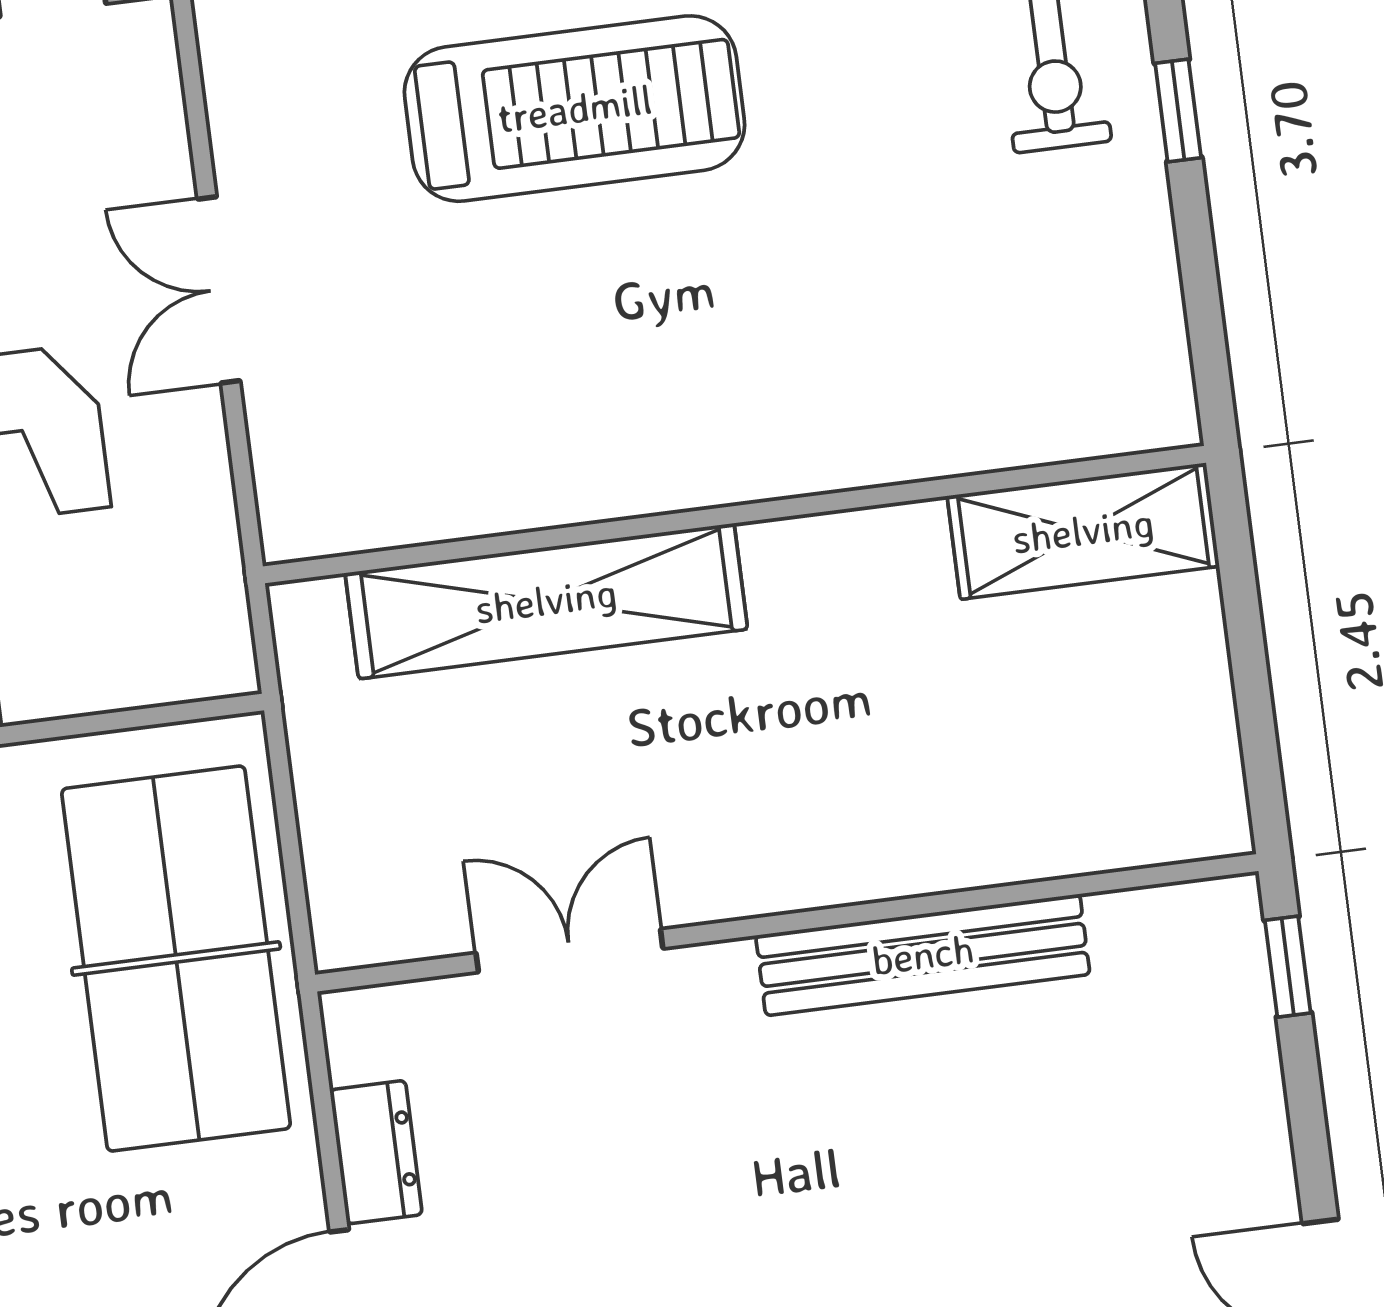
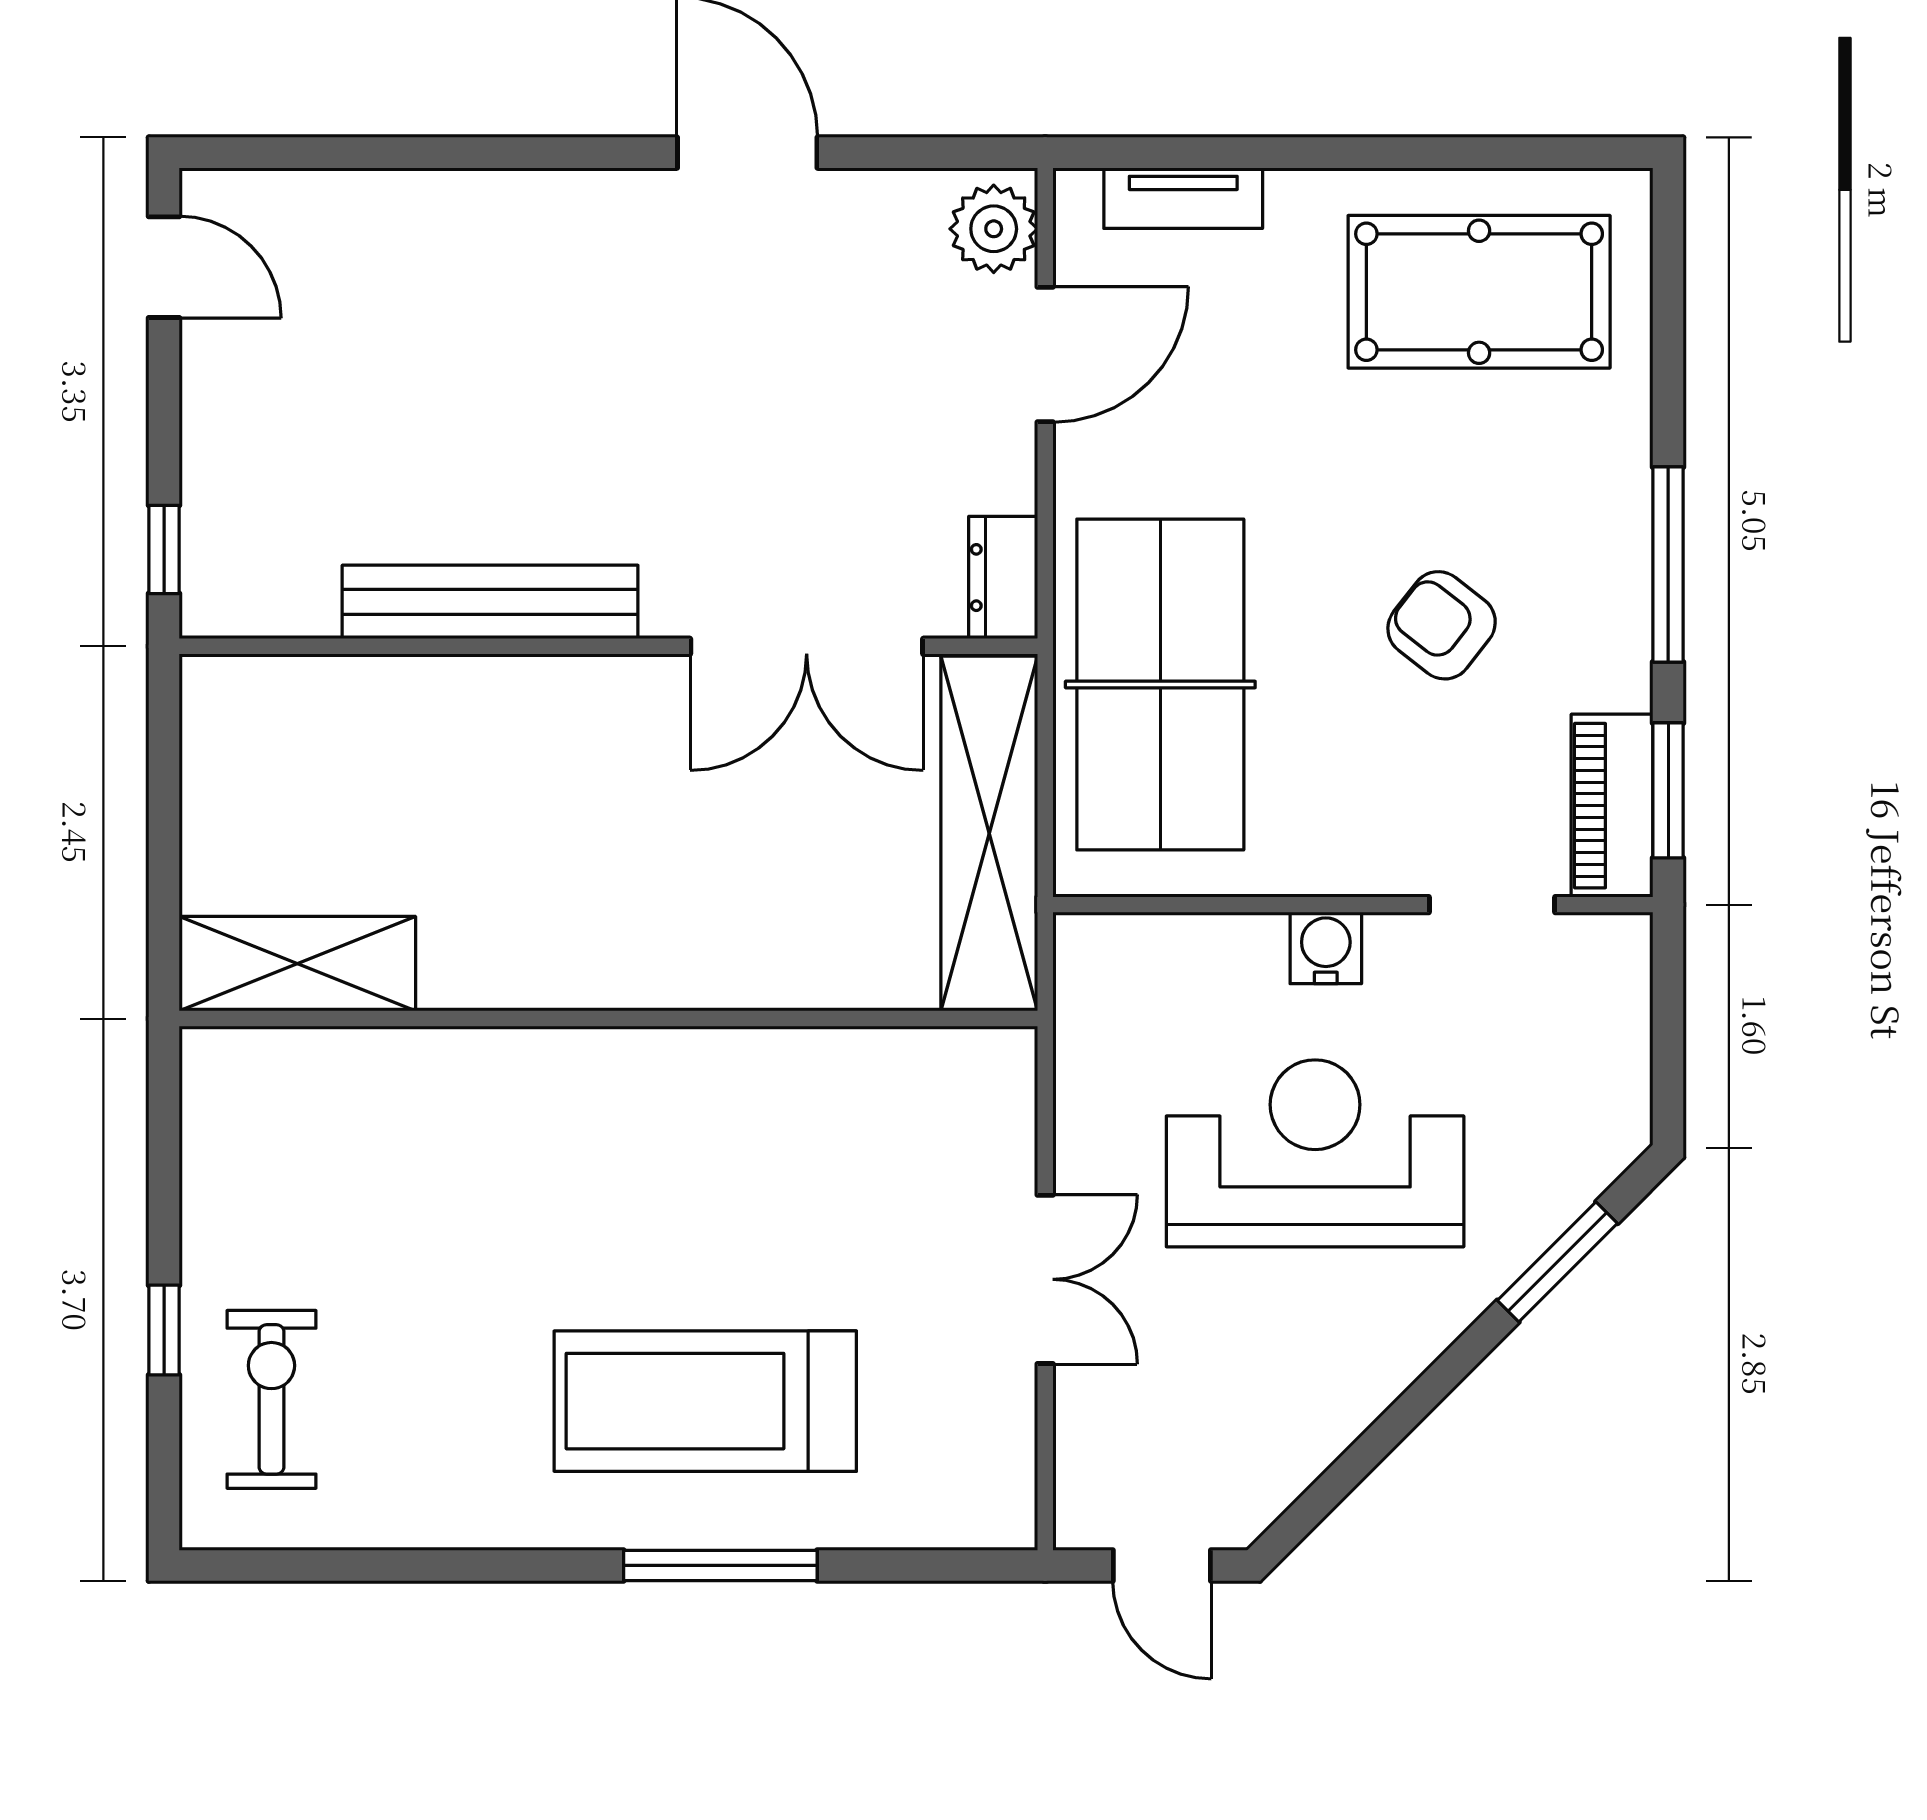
shelving: (546, 601) -> (989, 834), moved, turned 90
double door: (569, 951) -> (807, 646), width x1.37
dresser: (376, 1152) -> (1003, 578), moved

